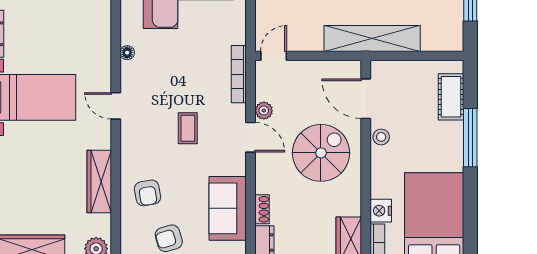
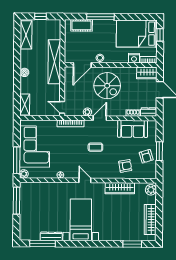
door: (116, 106) -> (85, 180), swing flipped
spiral stairs: (321, 153) -> (107, 86), turned 180

